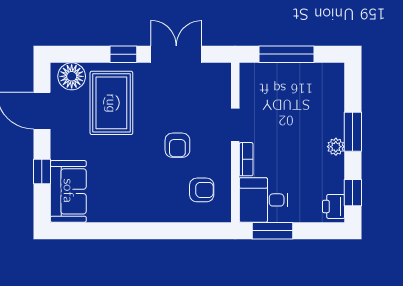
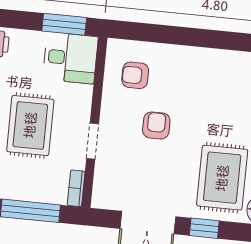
rug: (294, 134) -> (30, 125), added
bookcase: (246, 159) -> (76, 188), moved

